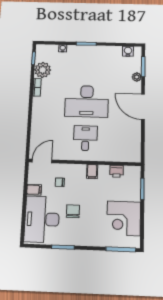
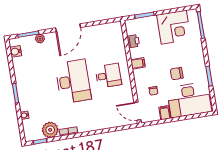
desk: (85, 138) -> (108, 76), turned 180

